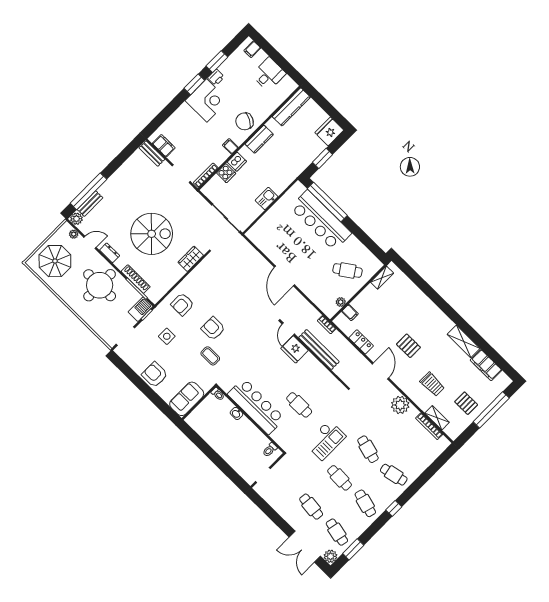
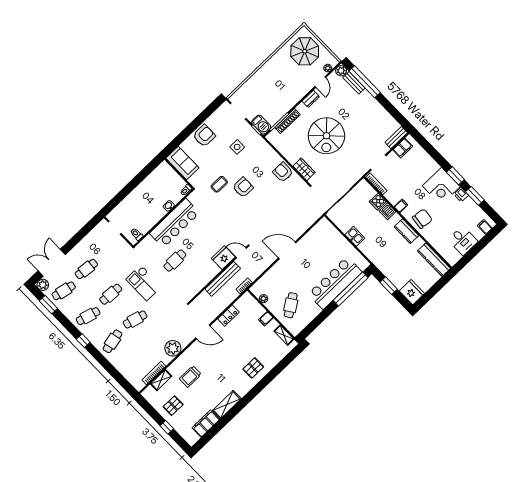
chair: (244, 121) -> (422, 219), turned 68
round table: (100, 285) -> (283, 90), removed
armchair: (182, 304) -> (283, 172), moved
filing cabinet: (350, 313) -> (266, 319), moved
pallet: (408, 346) -> (253, 368), moved
window: (491, 410) -> (167, 427), width x0.32

